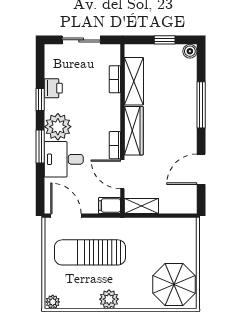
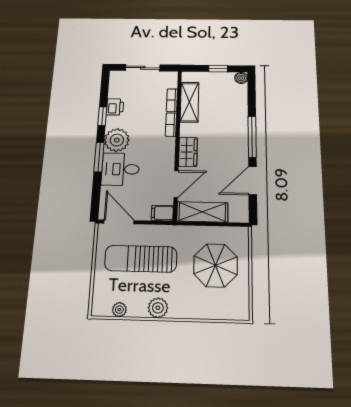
window: (201, 105) -> (252, 137), moved
wardrobe: (134, 131) -> (188, 152), width x0.67
bookcase: (115, 145) -> (171, 125), moved
door: (122, 174) -> (176, 184), swing flipped
shelving: (141, 206) -> (202, 212), width x1.50, depth x1.33
parasol: (174, 285) -> (216, 265), moved
plant: (53, 302) -> (119, 310), moved

